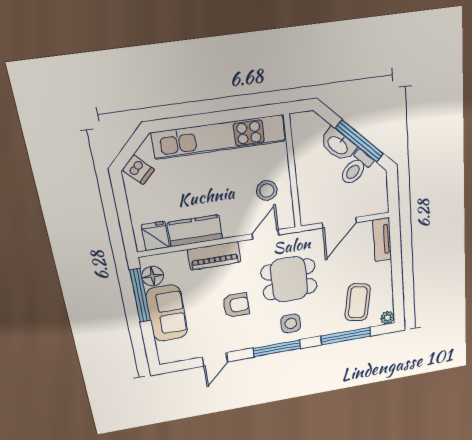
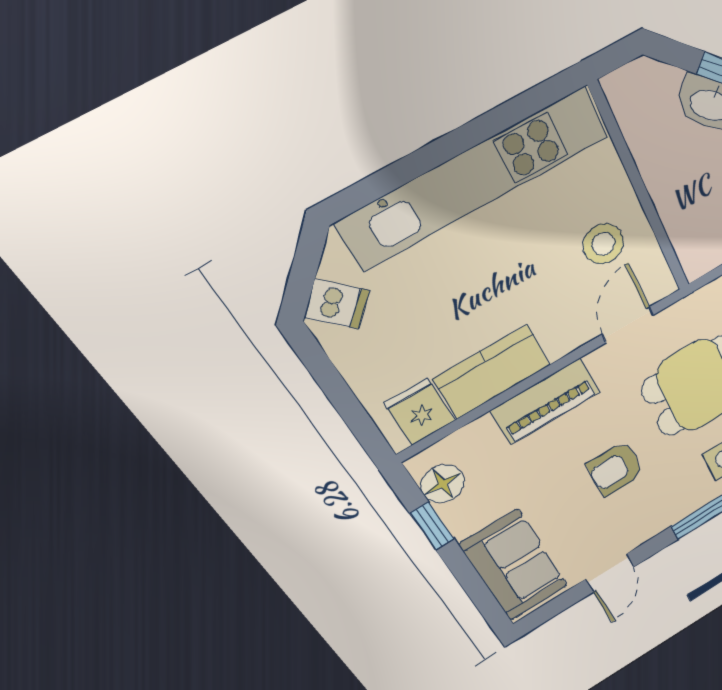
window: (140, 295) -> (432, 526), width x0.46
armchair: (236, 305) -> (616, 469), turned 180
sofa: (167, 313) -> (514, 565), moved

